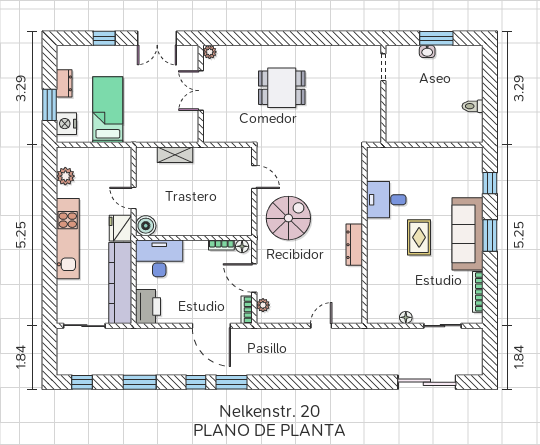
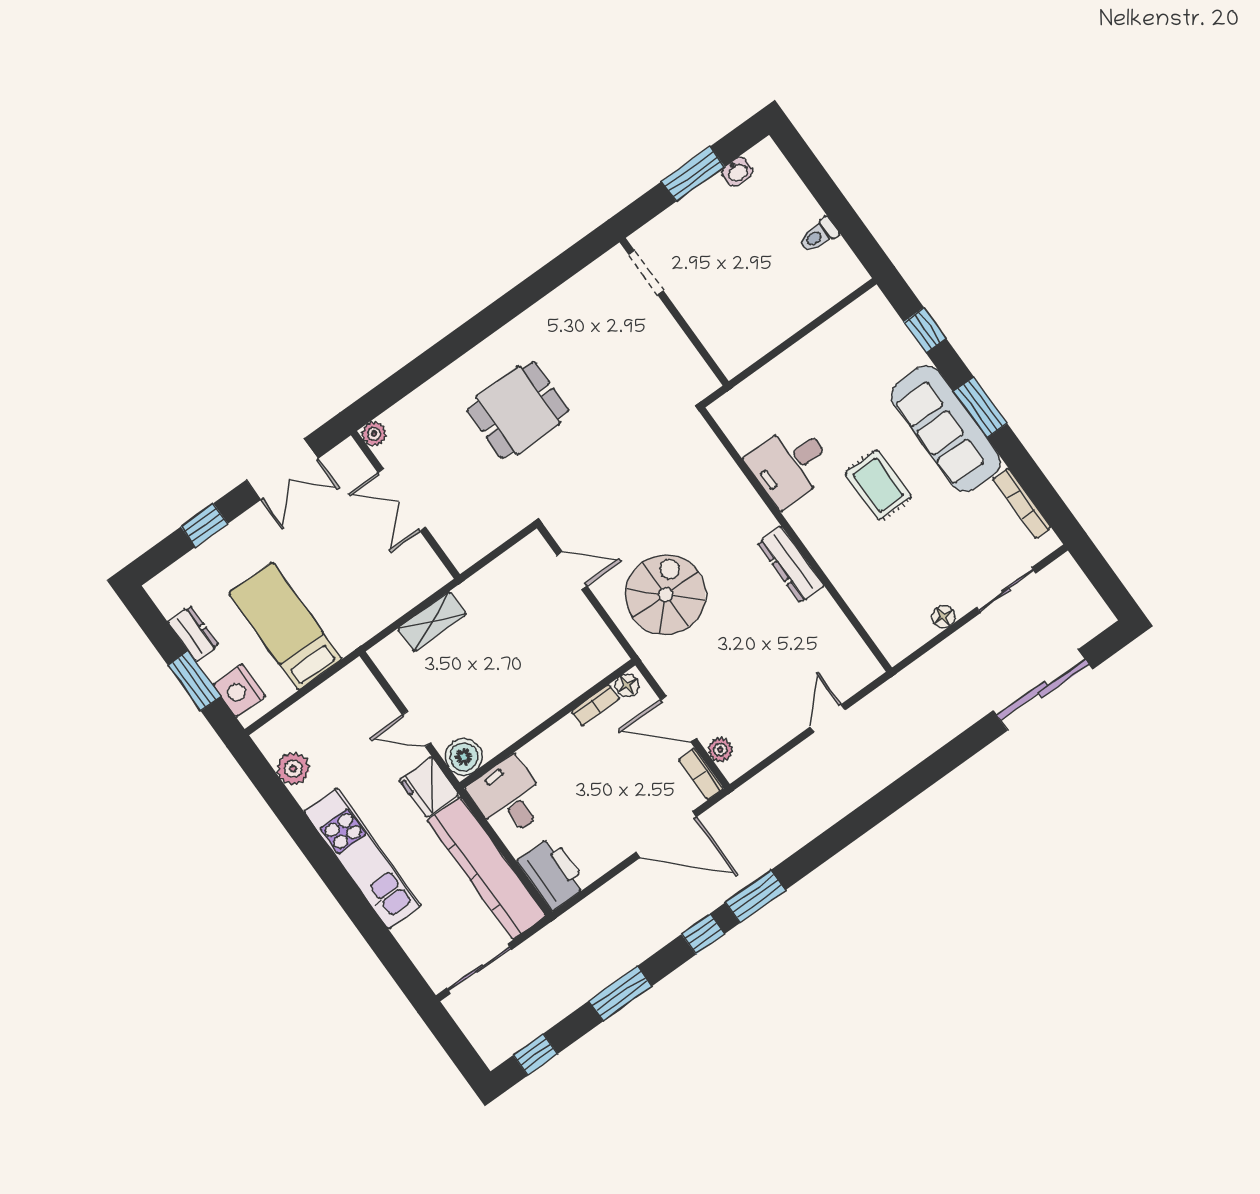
washbasin: (427, 51) -> (737, 172), moved
desk: (159, 258) -> (509, 797), width x0.73

